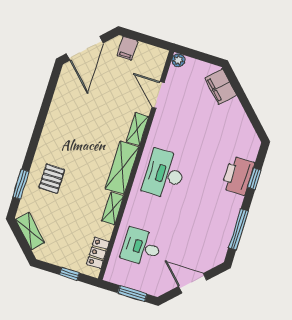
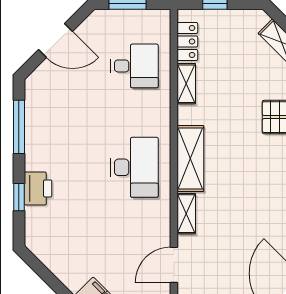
door: (158, 95) -> (174, 265), swing flipped
printer: (238, 176) -> (38, 188), width x0.73, depth x0.84
shelving: (113, 208) -> (186, 84), moved

